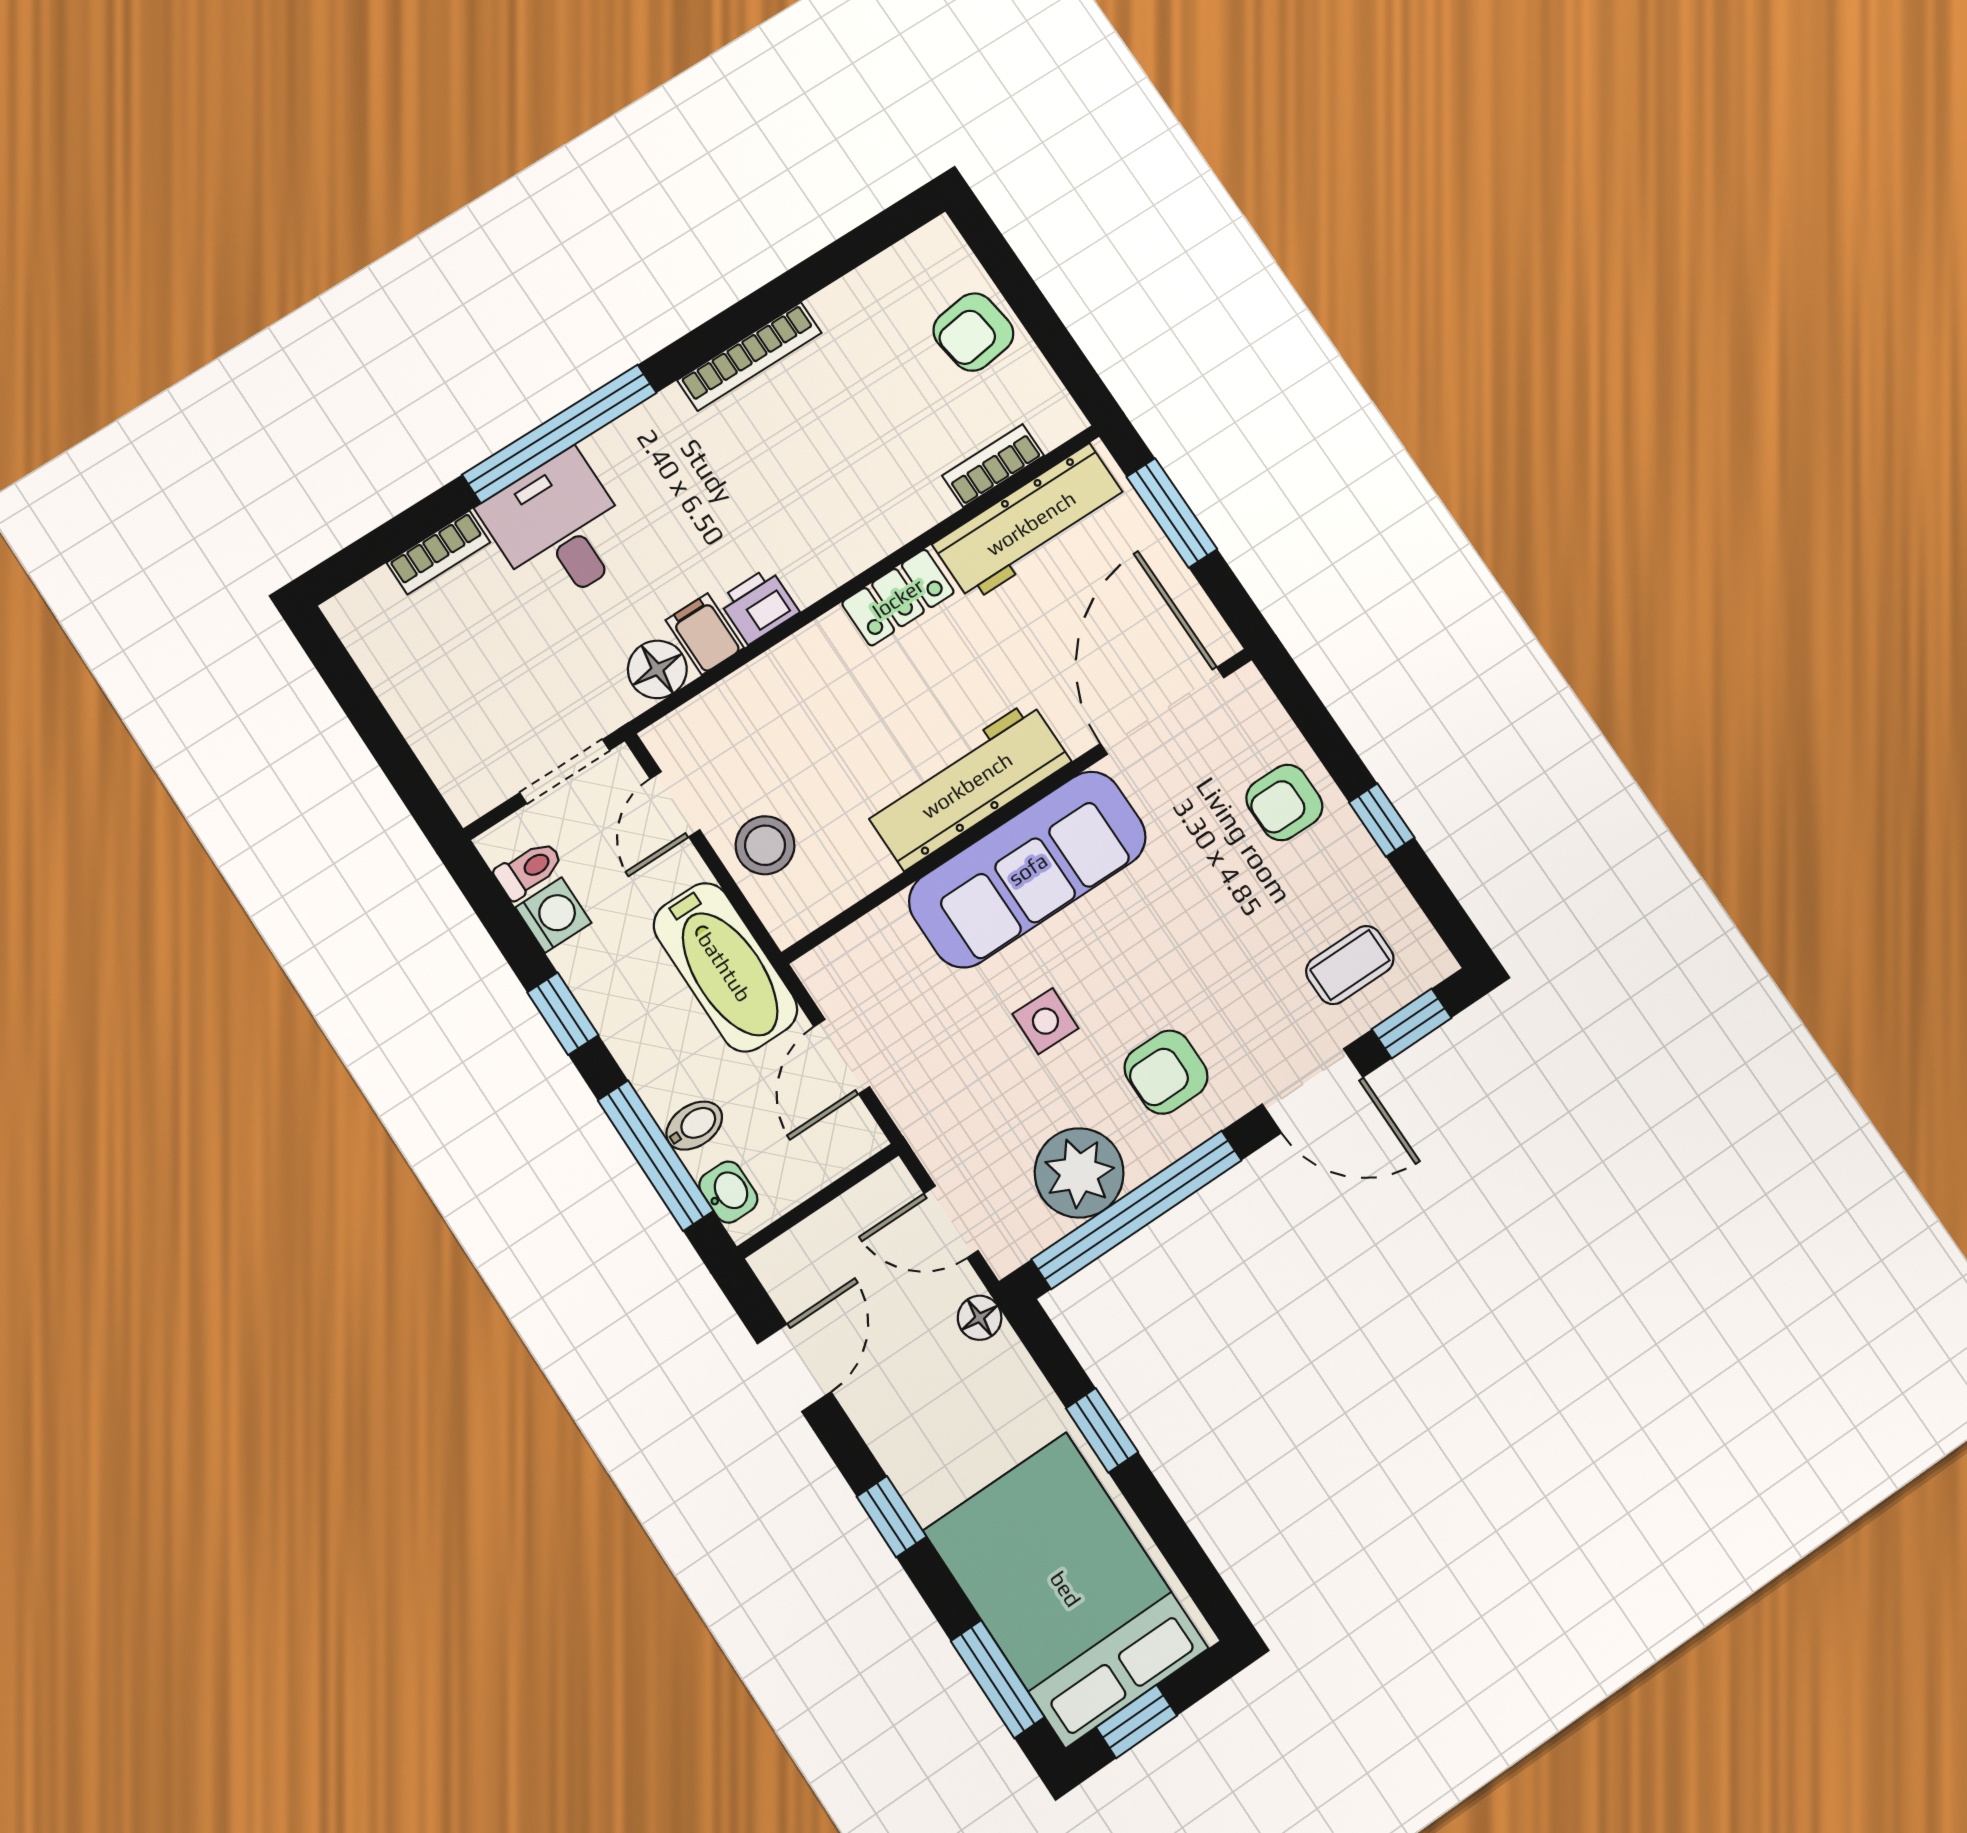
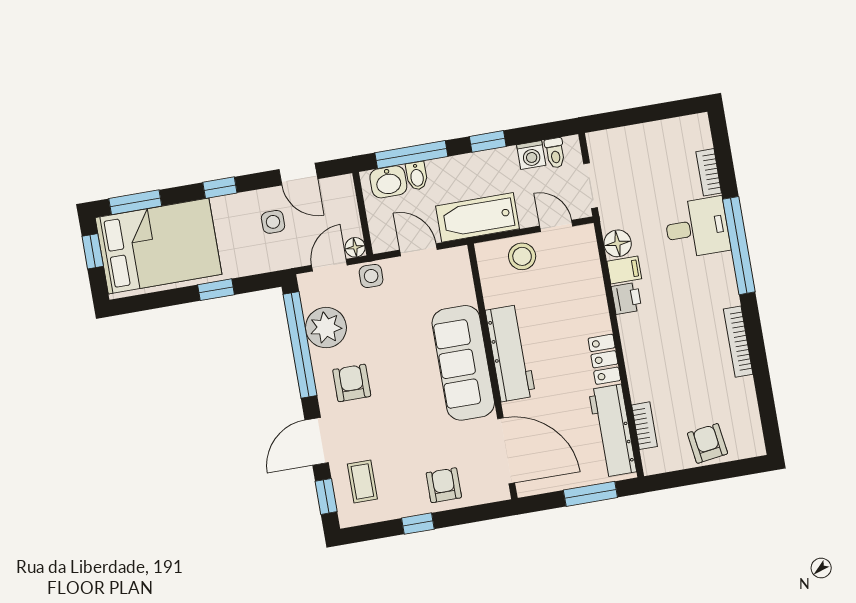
side table: (1045, 1021) -> (371, 276), moved
washbasin: (728, 1192) -> (388, 182), width x1.38, depth x1.45
floor lamp: (980, 1318) -> (355, 247), moved
side table: (914, 1376) -> (273, 222), added

